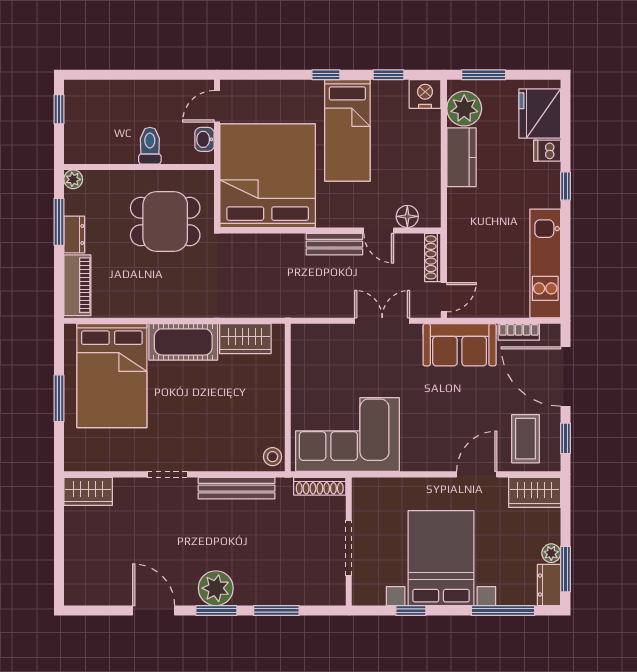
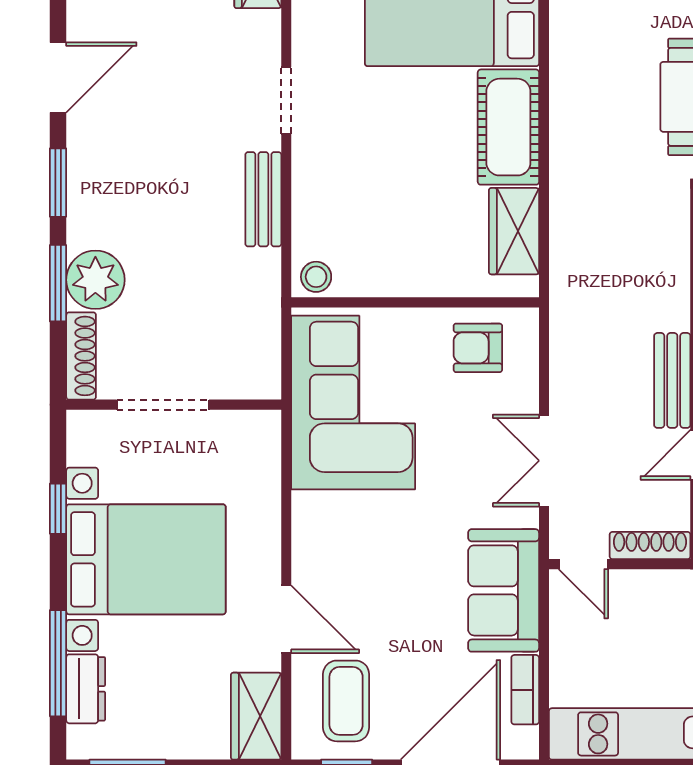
double door: (382, 321) -> (544, 461), swing flipped
armchair: (315, 360) -> (478, 348), added
coffee table: (525, 439) -> (346, 701), turned 90
shoe rack: (320, 486) -> (81, 356), moved, turned 180
bench: (237, 488) -> (263, 199), width x0.73
plant: (551, 553) -> (154, 744), removed
dresser: (549, 585) -> (86, 689), moved, turned 90
plant: (216, 588) -> (95, 280), moved

